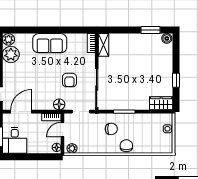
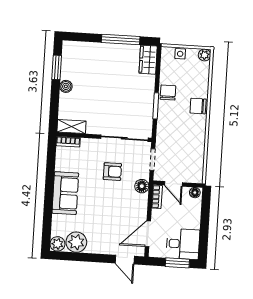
boiler: (167, 38) -> (66, 86), moved
window: (176, 80) -> (121, 40), width x2.17
door: (21, 112) -> (148, 234), hinge flipped
chair: (111, 129) -> (168, 92), moved
plant: (72, 148) -> (205, 55), moved

